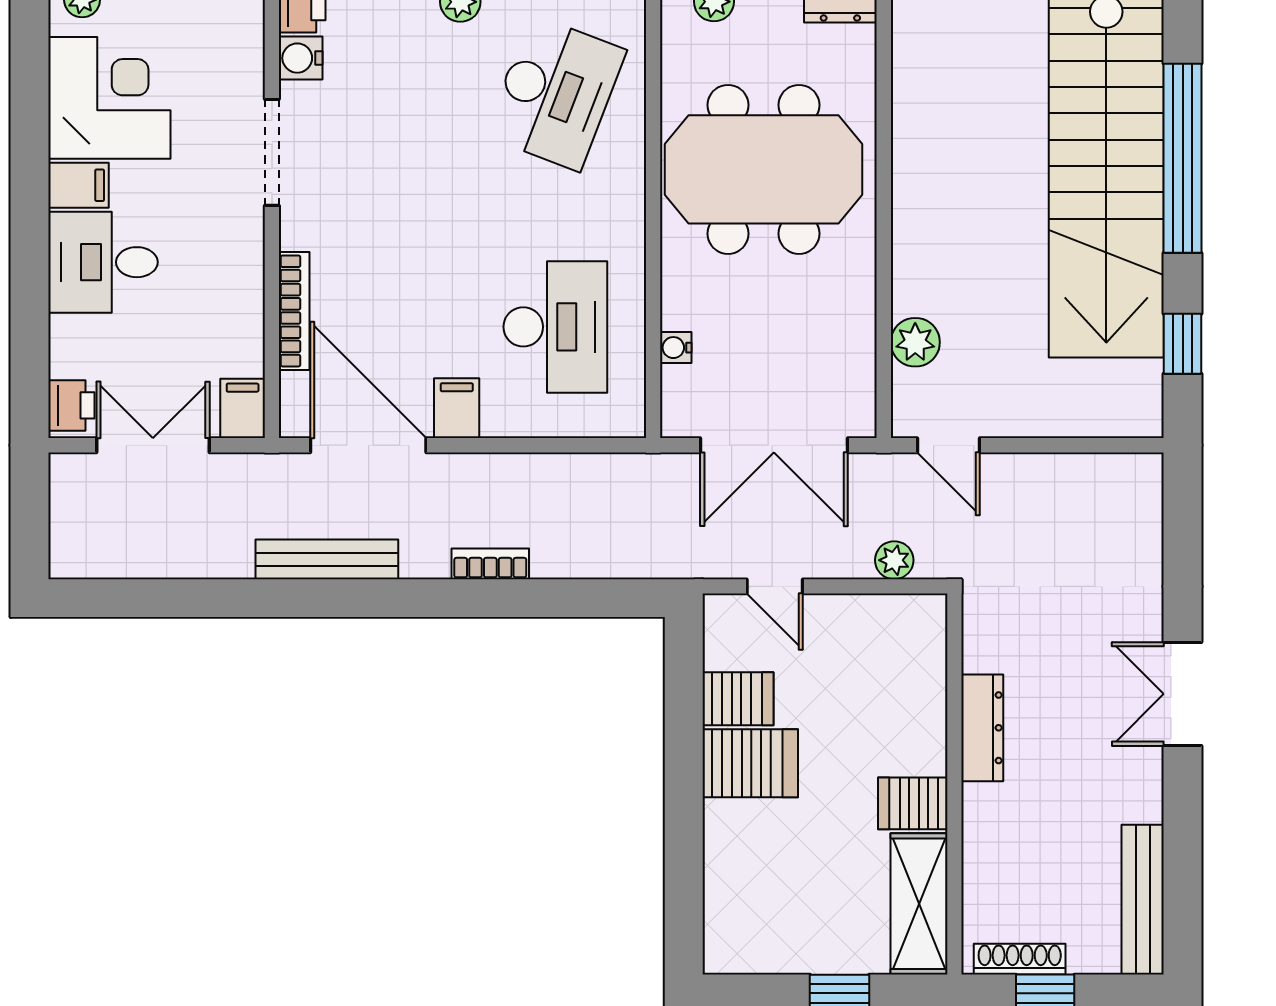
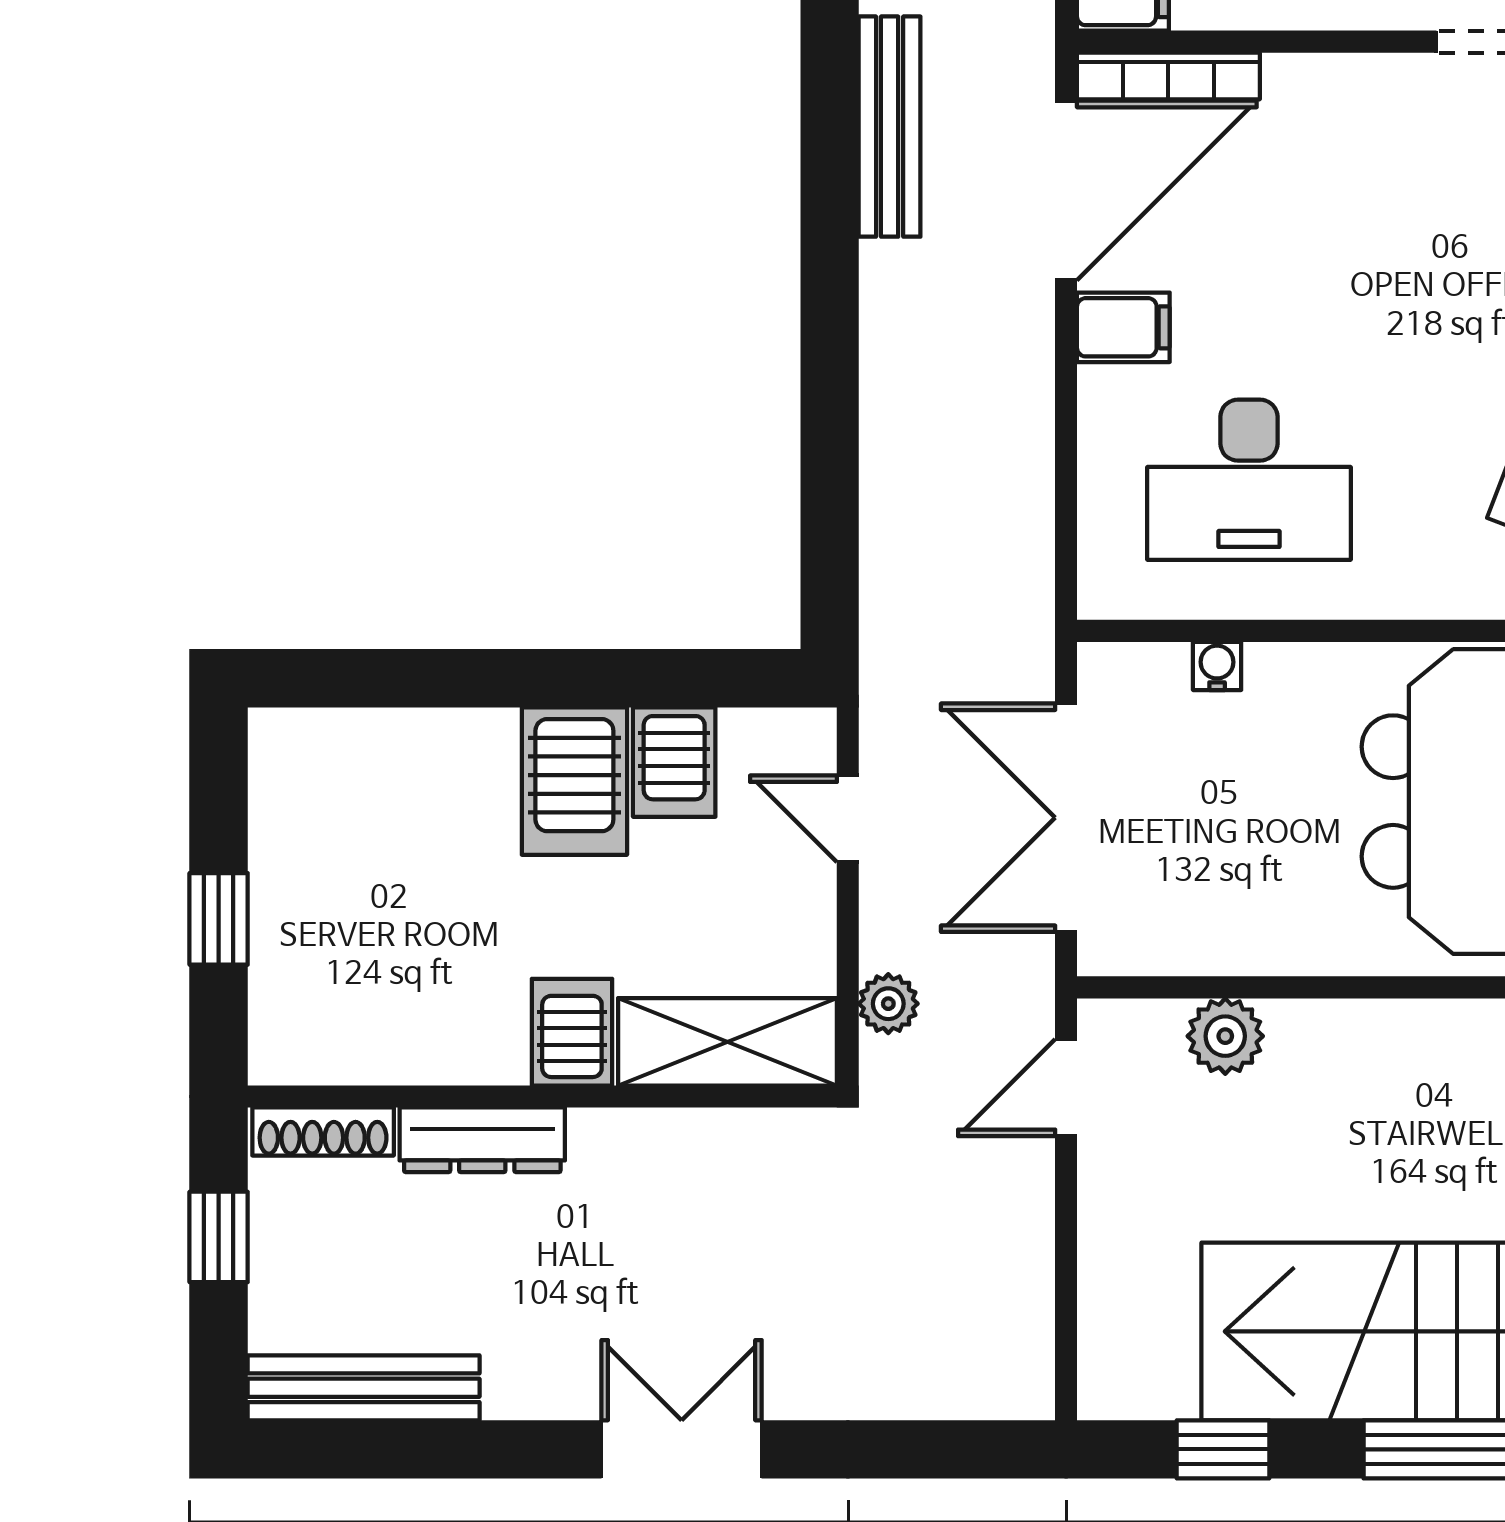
bookcase: (294, 311) -> (1168, 76), moved
bookcase: (490, 564) -> (883, 379), removed
door: (775, 586) -> (848, 819), hinge flipped
dresser: (982, 728) -> (482, 1140), moved
server rack: (913, 803) -> (572, 1032), moved
shelving: (919, 904) -> (727, 1042), moved
shoe rack: (1020, 959) -> (323, 1131), moved, turned 90

